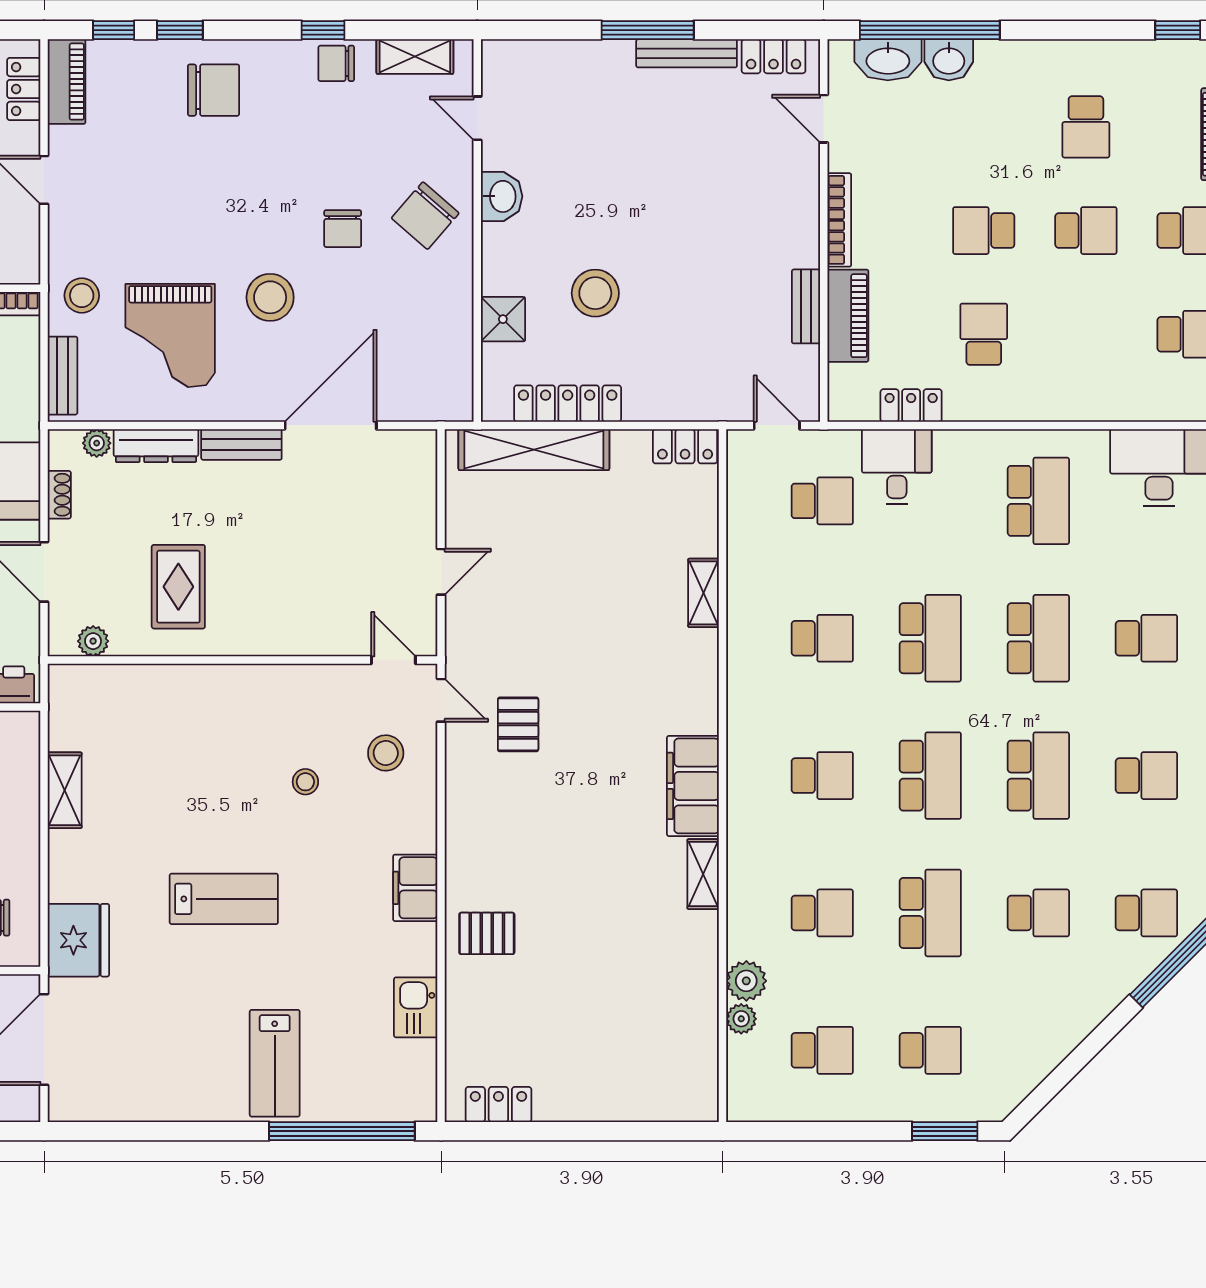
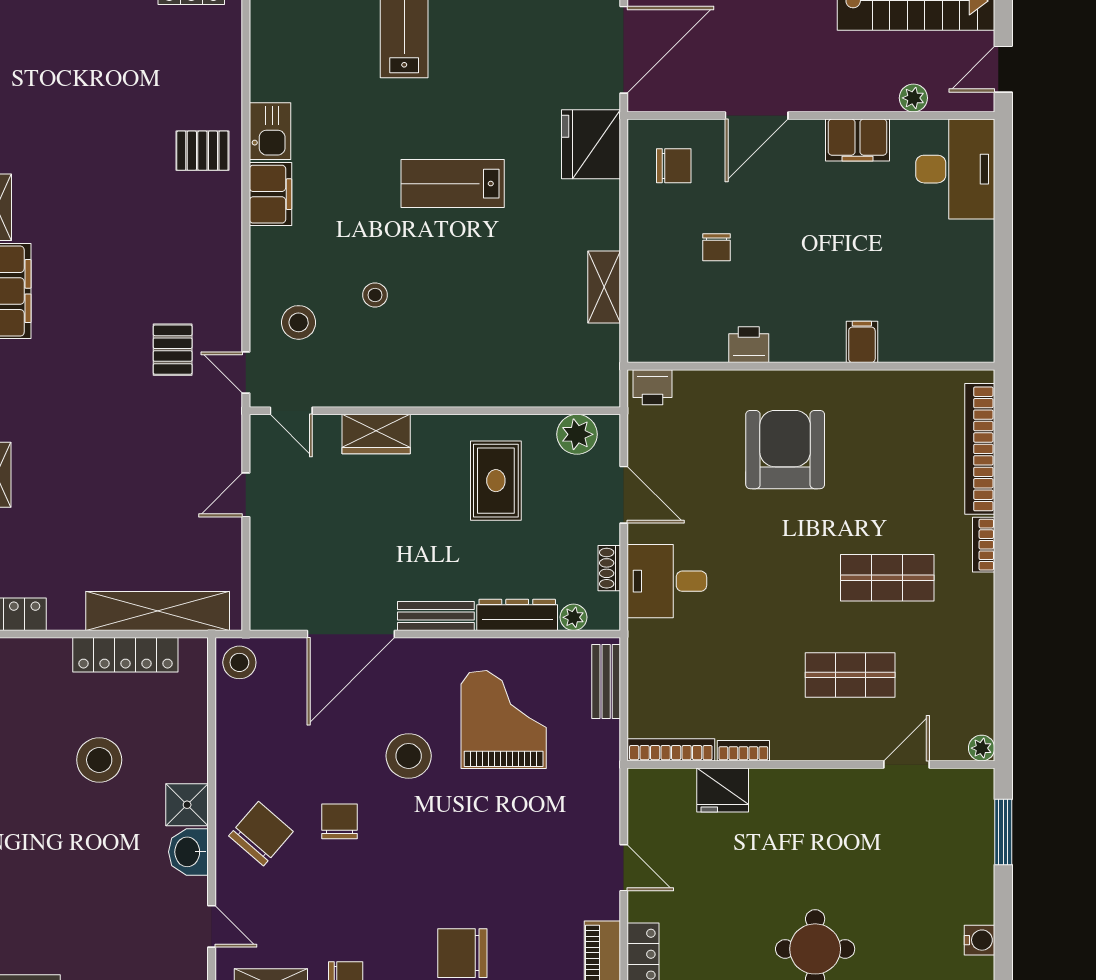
stool: (82, 295) -> (239, 662), moved
shower: (503, 319) -> (187, 805), moved
wardrobe: (304, 636) -> (376, 434), added
plant: (93, 641) -> (577, 434), width x1.38, depth x1.38
kitchen sink: (416, 1007) -> (270, 131), moved

